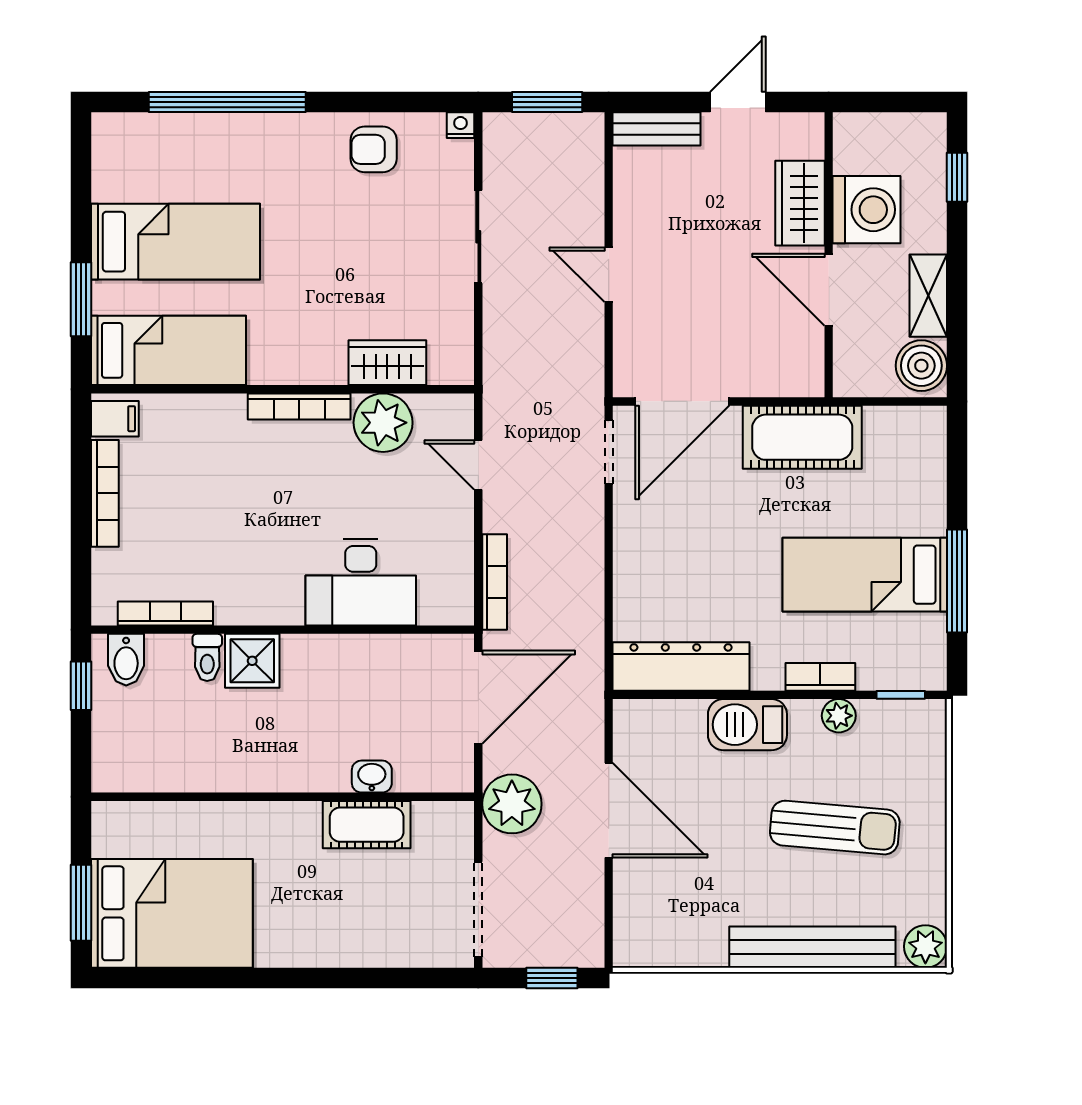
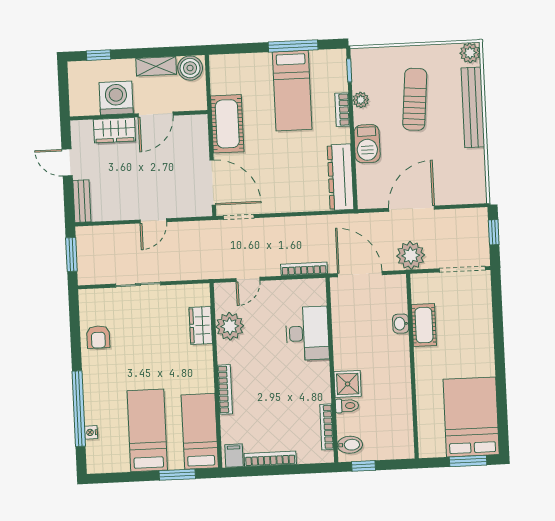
nightstand: (460, 125) -> (91, 432), moved
bookcase: (299, 406) -> (225, 389), moved

